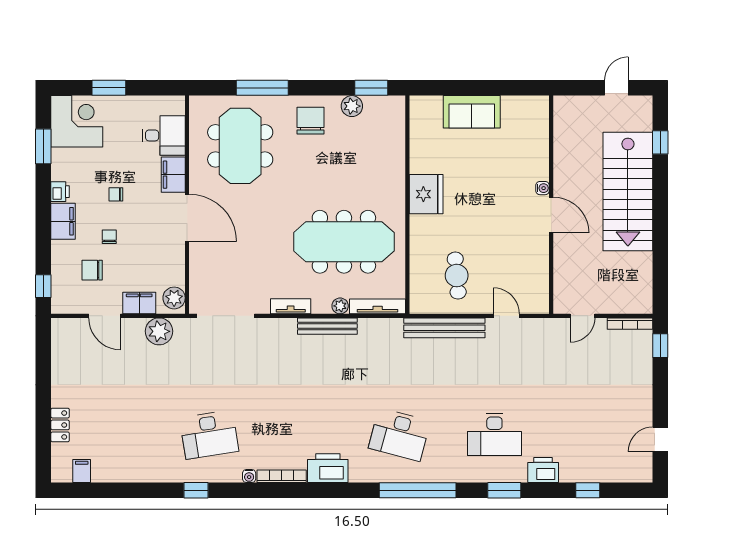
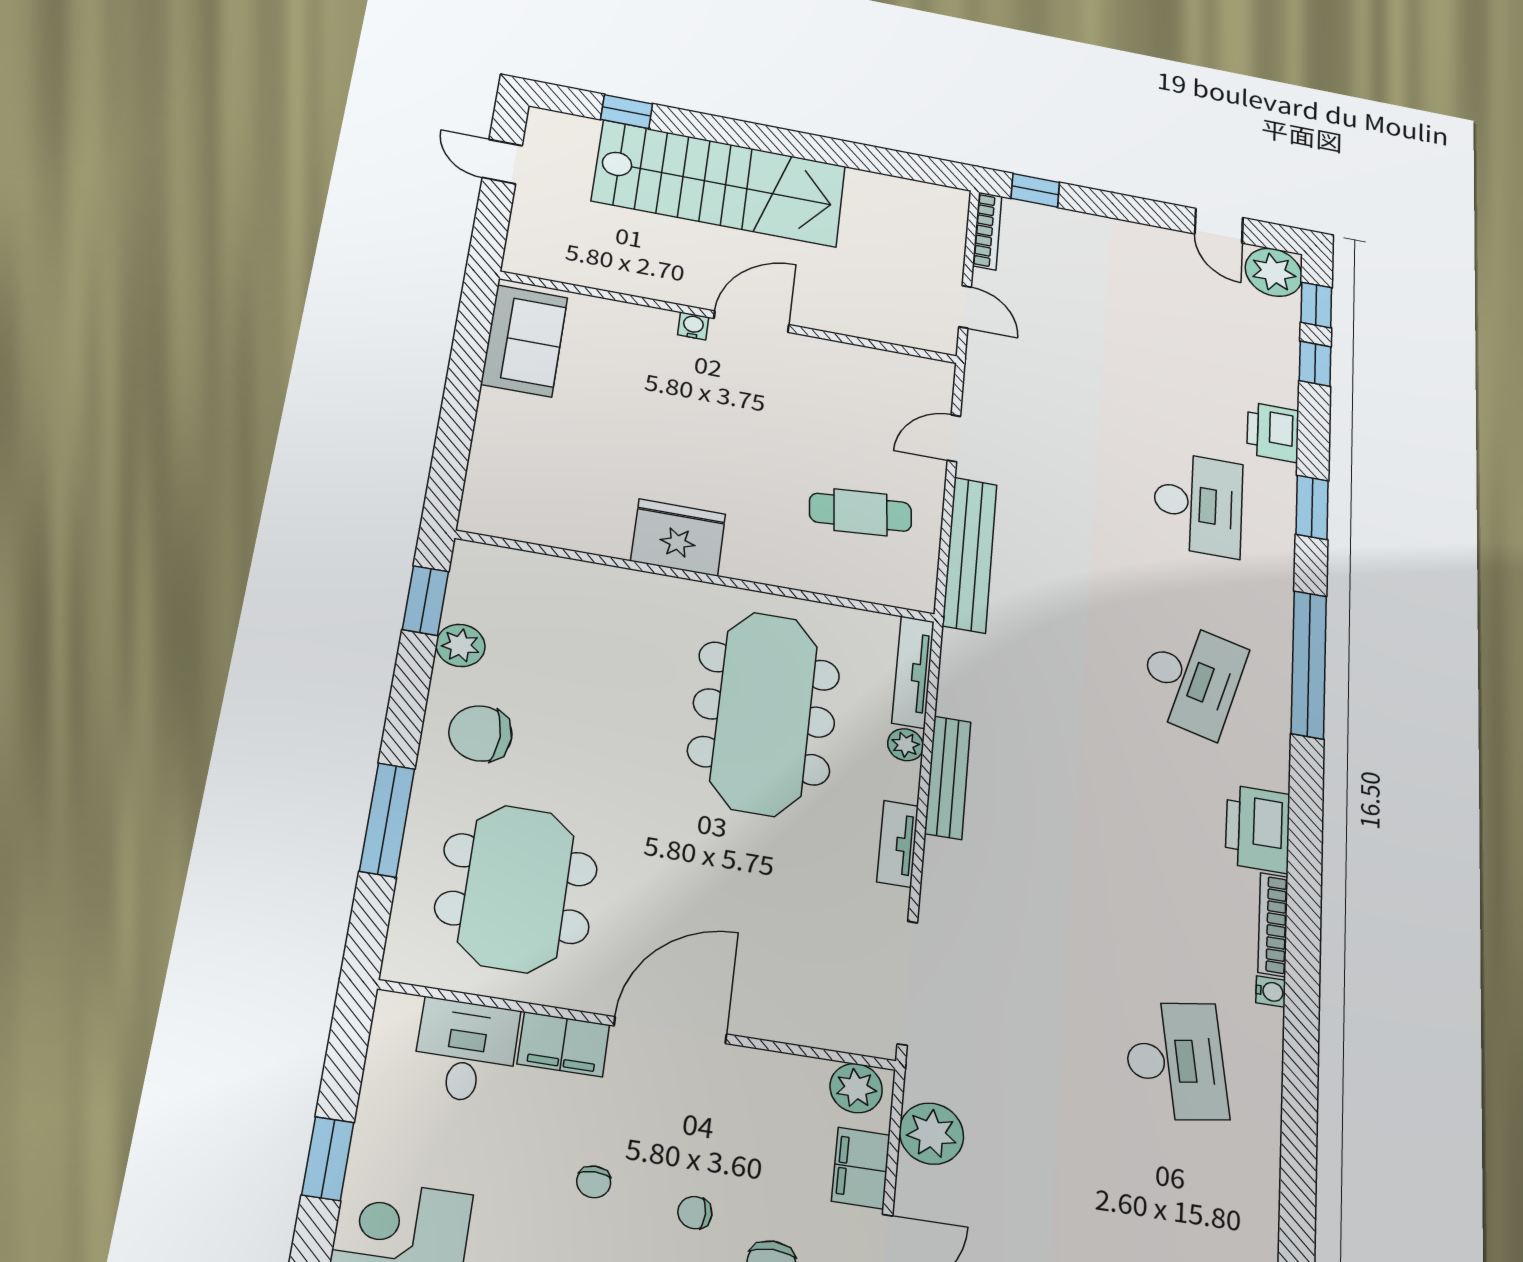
sofa: (472, 112) -> (524, 341), moved
meeting table: (240, 146) -> (516, 888), turned 90
plant: (638, 468) -> (1274, 272), added
window: (196, 490) -> (1316, 305), moved

